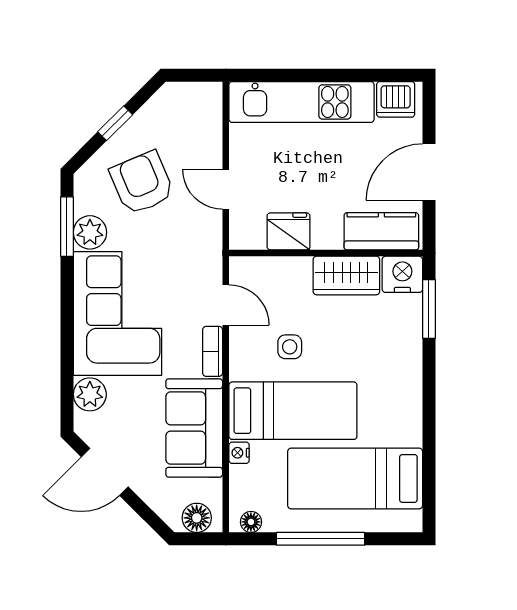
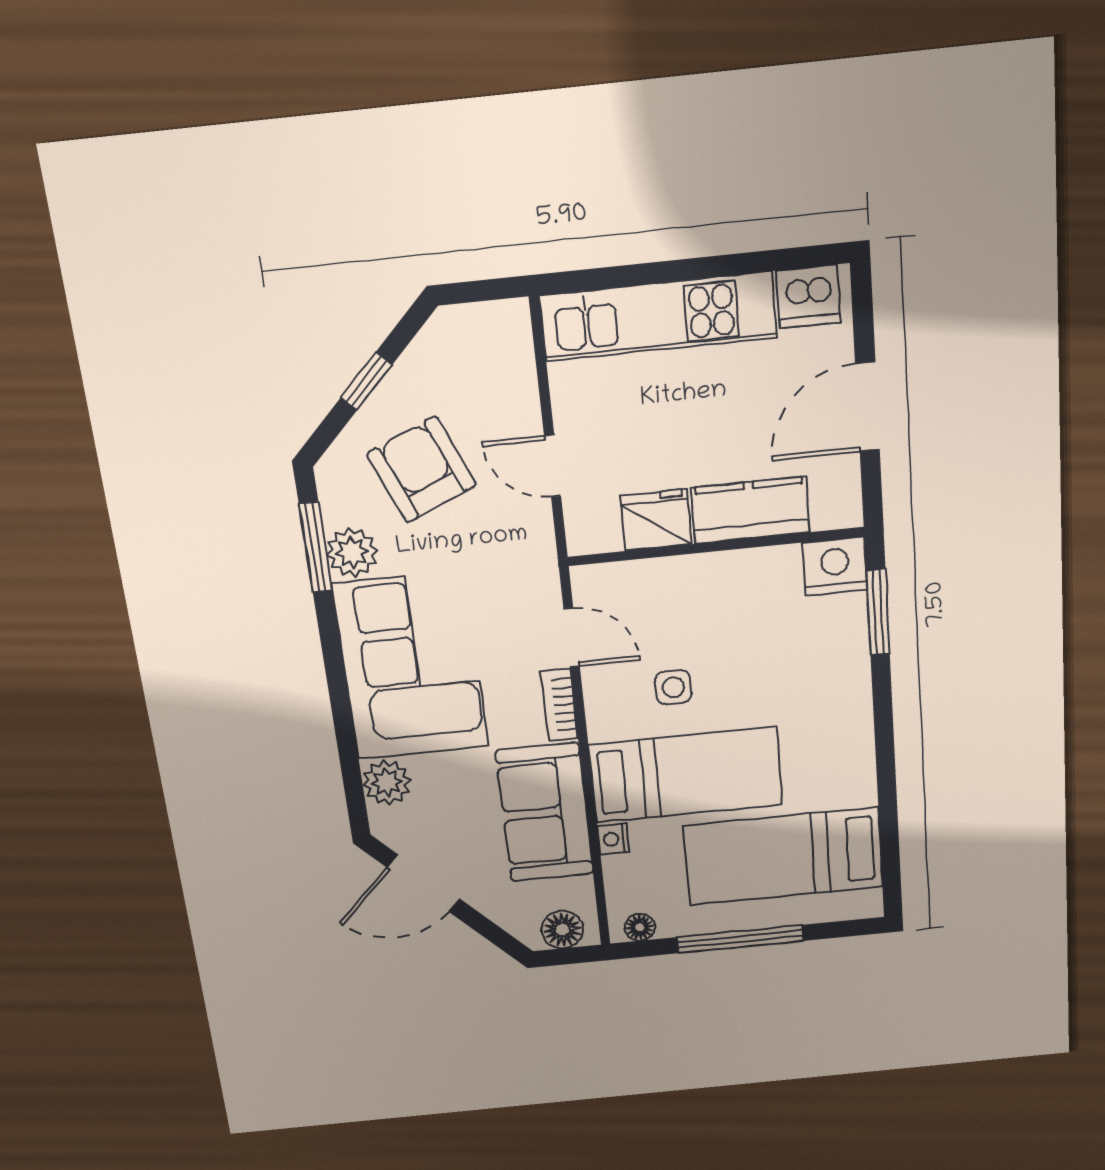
kitchen counter: (381, 231) -> (750, 510), moved
wardrobe: (346, 275) -> (750, 576), removed

